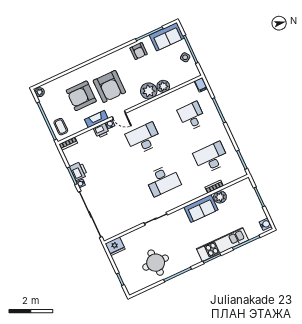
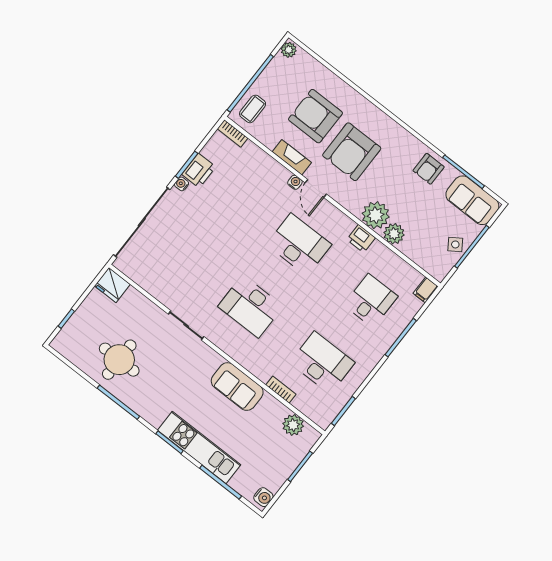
printer: (101, 131) -> (361, 239), moved
plant: (220, 197) -> (293, 425), moved

